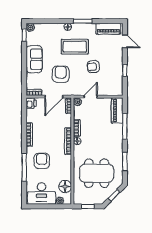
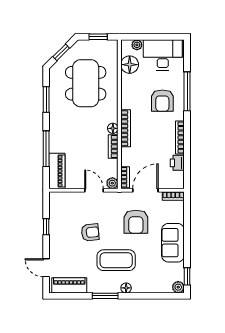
door: (91, 97) -> (94, 190), swing flipped
printer: (31, 103) -> (177, 163), moved
dining table: (97, 173) -> (86, 83), turned 90

